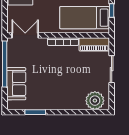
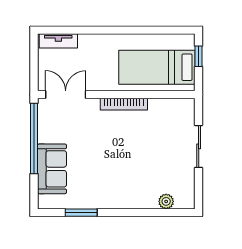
piano: (94, 44) -> (172, 108), removed
plant: (95, 101) -> (166, 201), width x0.53, depth x0.53

